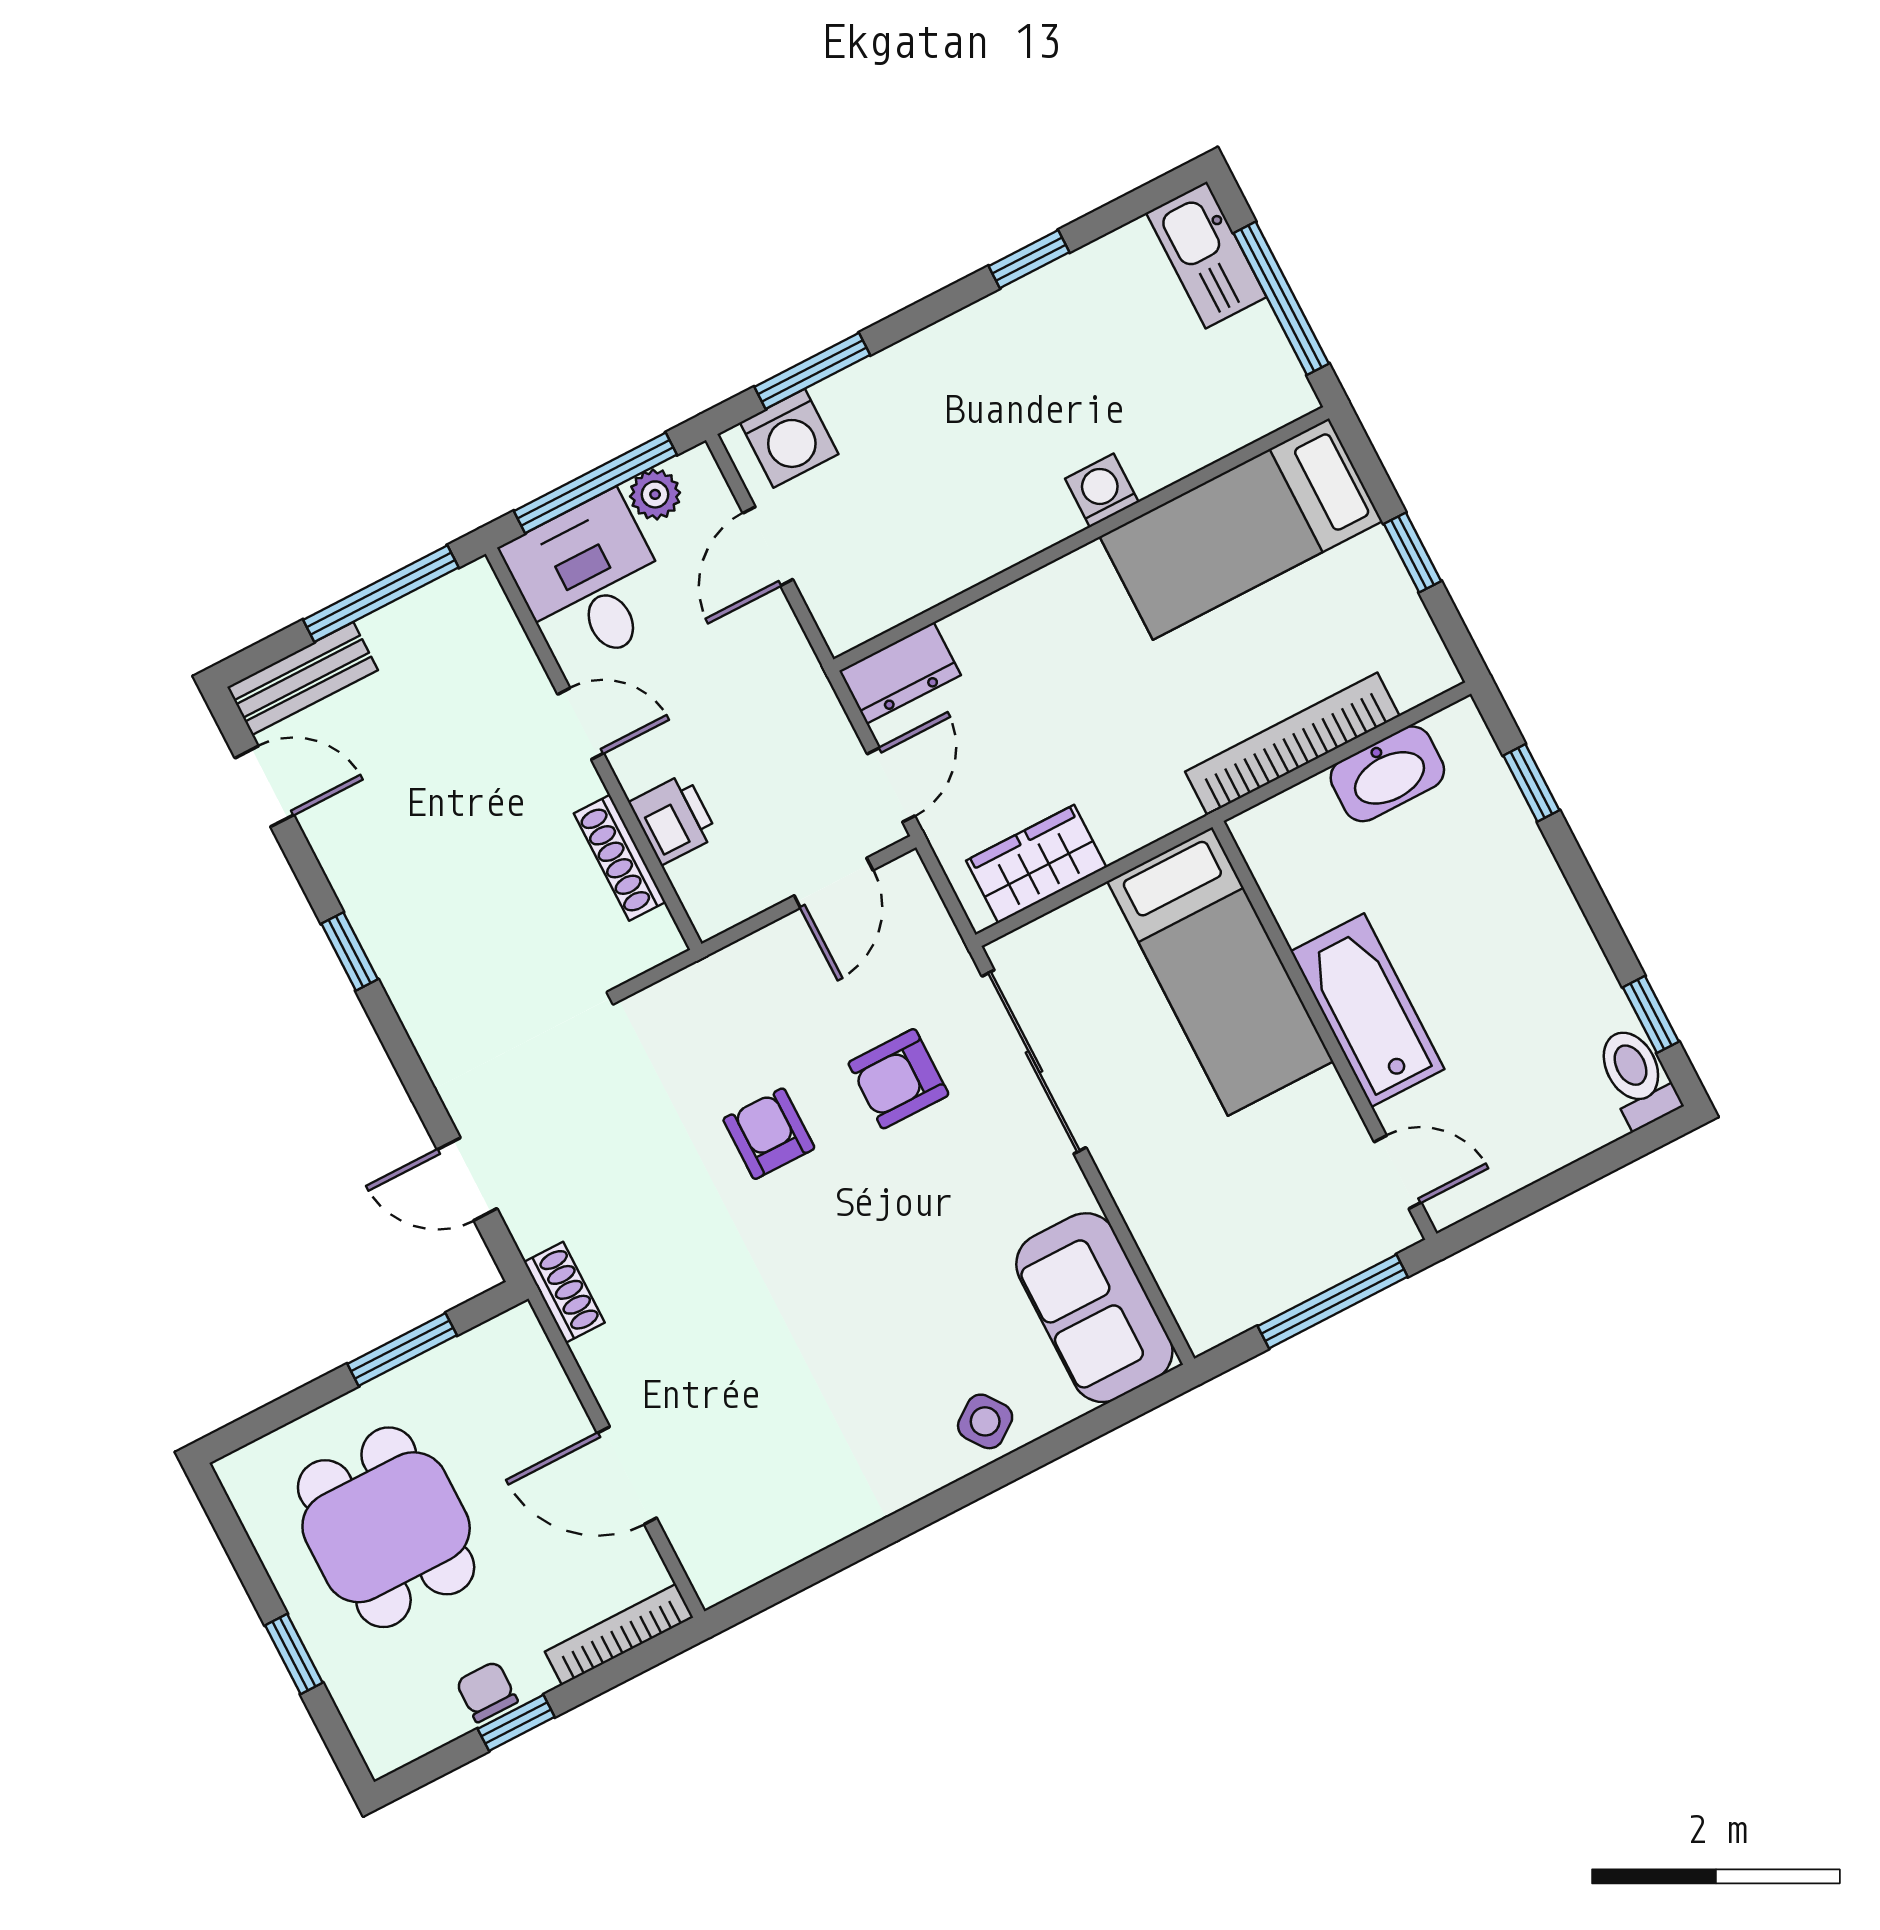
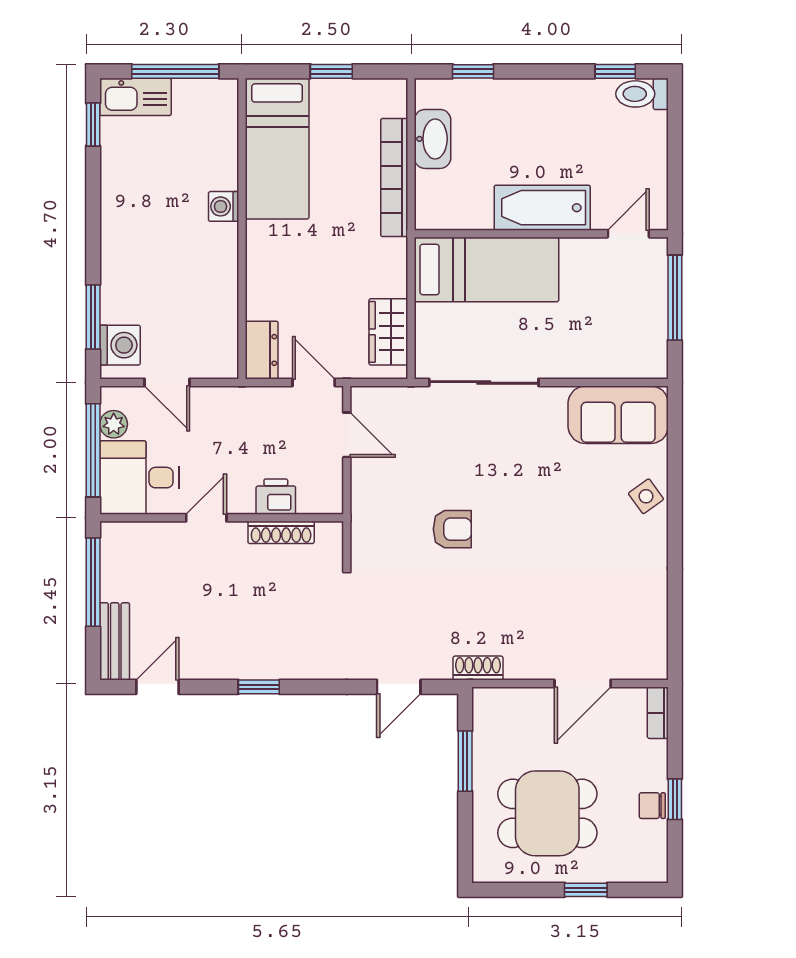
window: (1029, 259) -> (93, 125), moved
armchair: (898, 1079) -> (458, 452), removed
armchair: (769, 1134) -> (452, 529), turned 180
bookcase: (619, 1635) -> (658, 713), width x0.64

